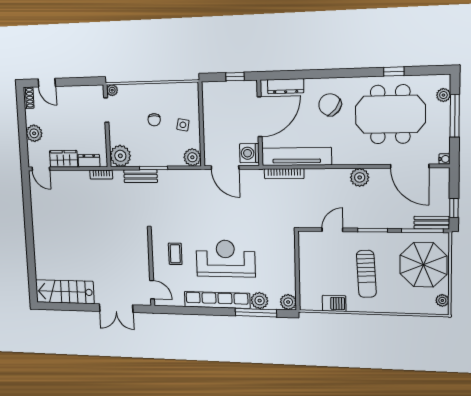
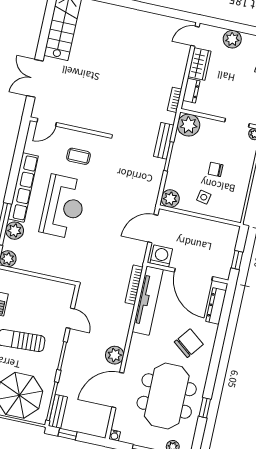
door: (410, 166) -> (118, 390), moved

